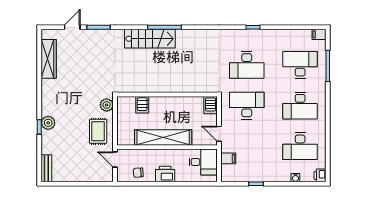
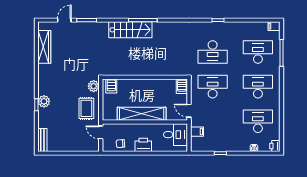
server rack: (142, 105) -> (111, 86), moved
desk: (300, 106) -> (258, 87), turned 180
desk: (300, 146) -> (258, 121), turned 180

